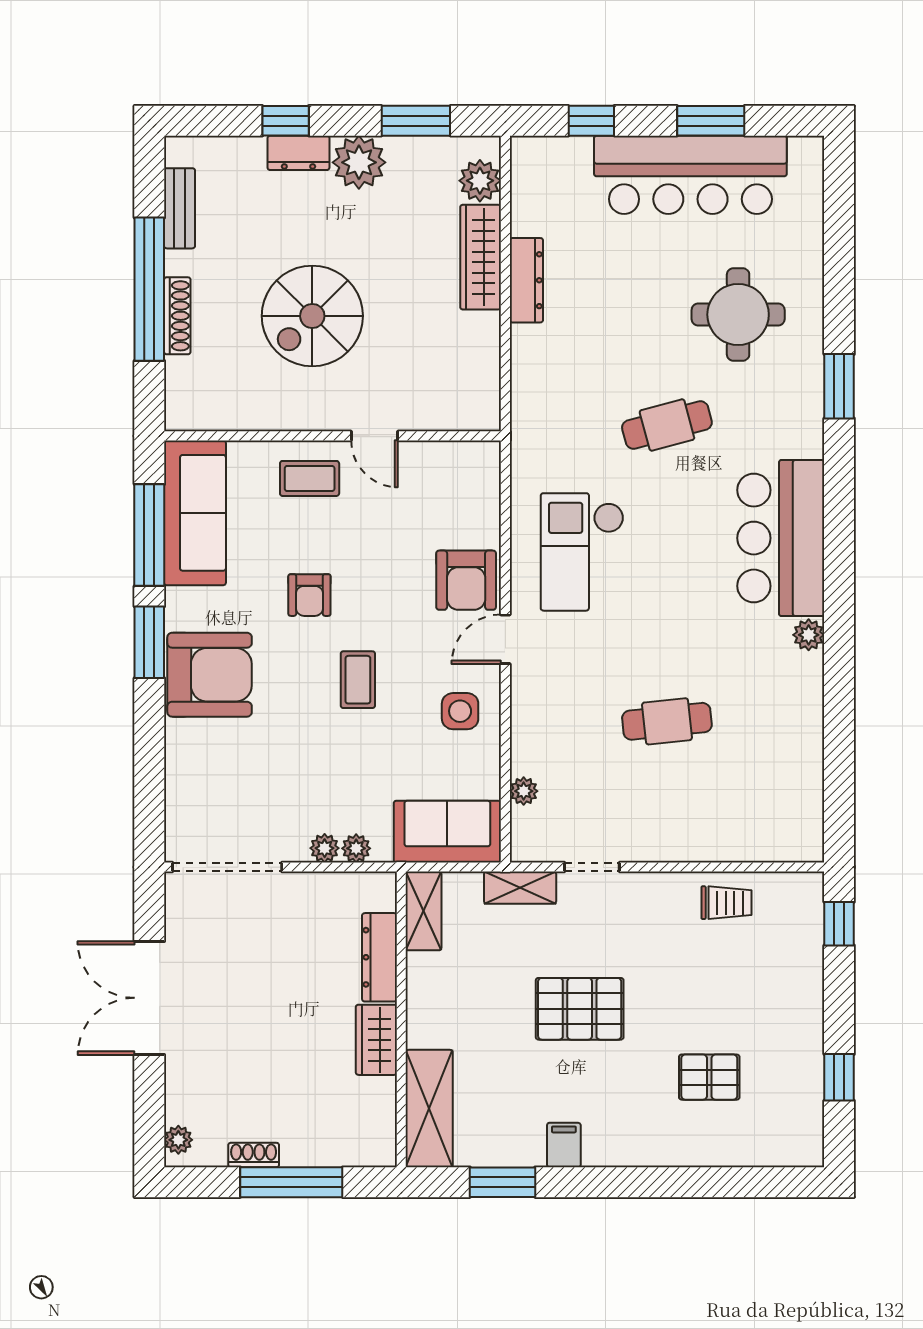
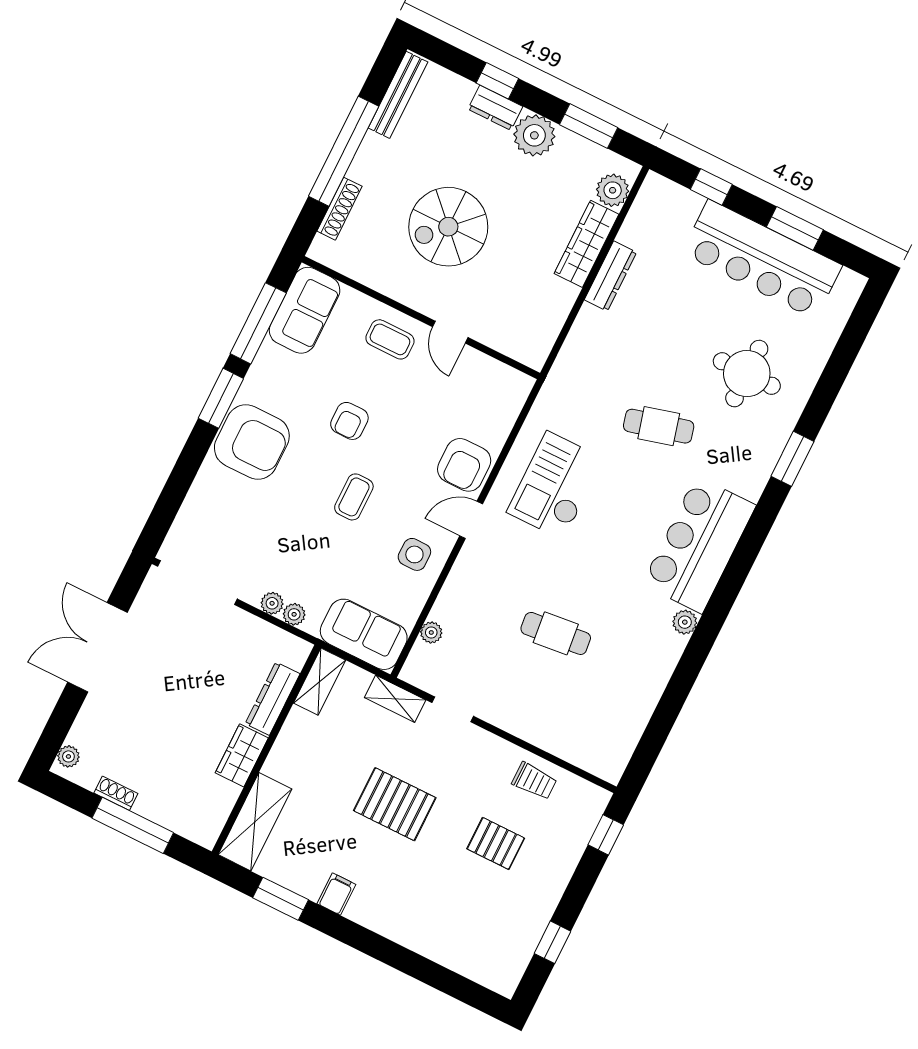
bench: (180, 208) -> (398, 95), width x1.36
shoe rack: (177, 316) -> (340, 209), moved
sofa: (195, 513) -> (305, 310), width x0.73
pallet: (709, 1077) -> (496, 843), moved

